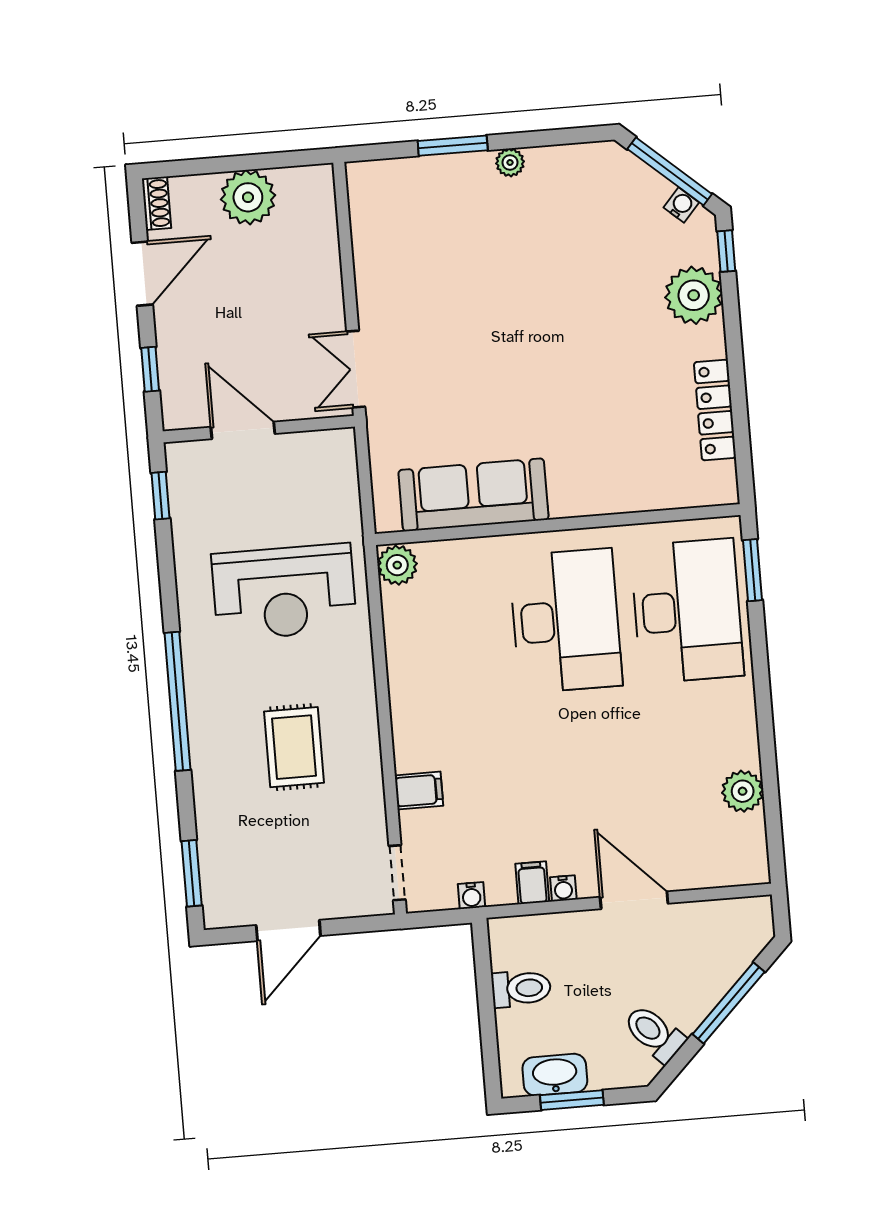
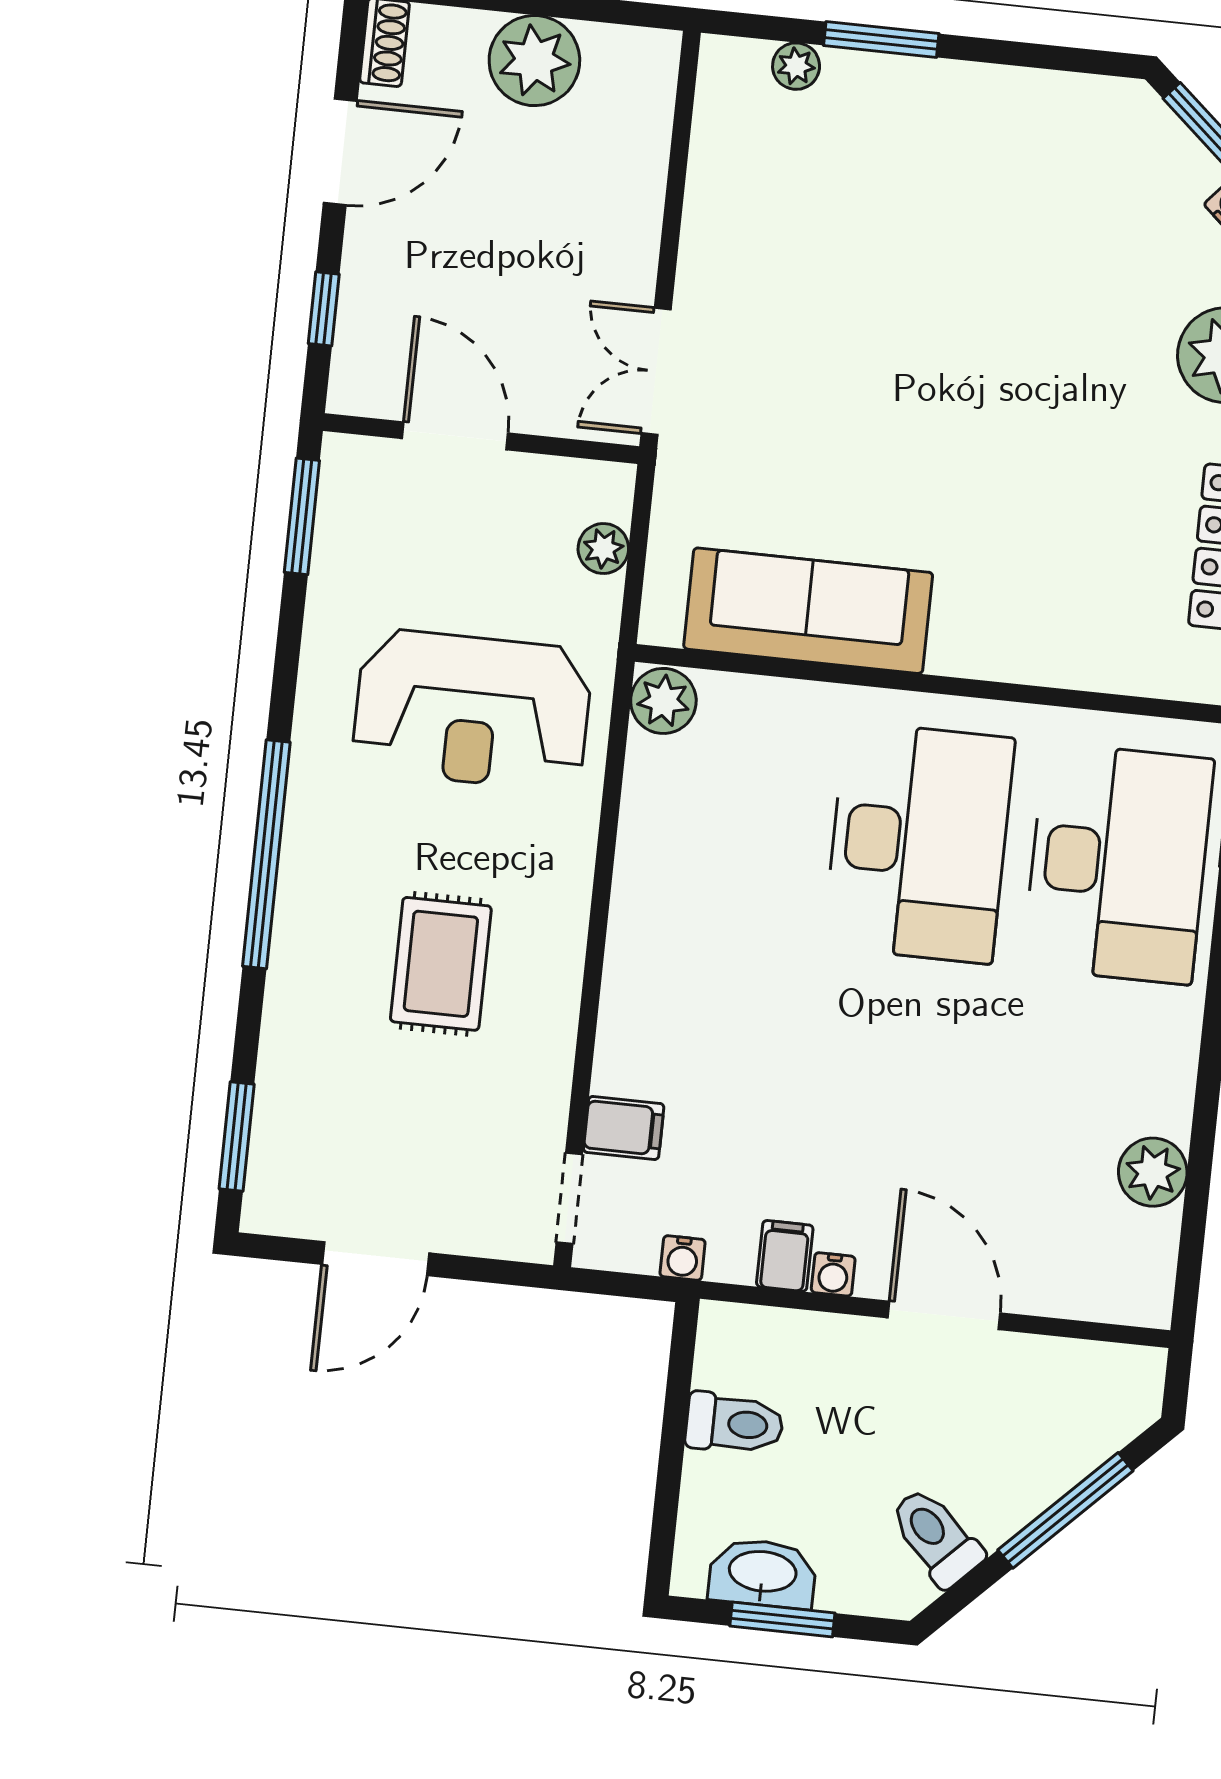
plant: (510, 162) -> (796, 66), moved
plant: (344, 481) -> (603, 549), added
window: (161, 496) -> (302, 516), width x1.50
filing cabinet: (419, 791) -> (624, 1128), moved

